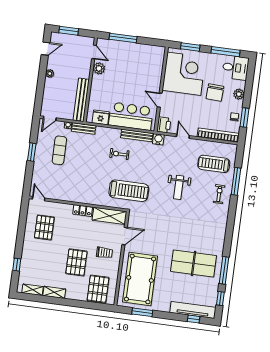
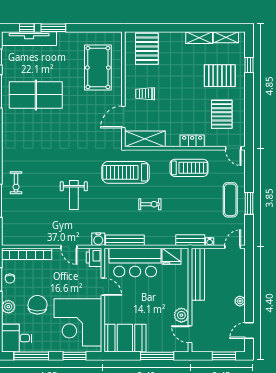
booth: (147, 56) -> (125, 338), added
exercise mat: (59, 150) -> (230, 200), moved
exercise bike: (119, 154) -> (150, 204), moved
treadmill: (214, 164) -> (189, 168), moved
weight bench: (179, 187) -> (74, 195), moved, turned 180
locker: (83, 211) -> (192, 141), moved
pallet: (76, 262) -> (220, 76), moved, turned 90
pool table: (140, 279) -> (98, 68), width x0.73, depth x0.76
window: (142, 312) -> (53, 28), moved

